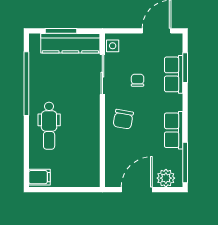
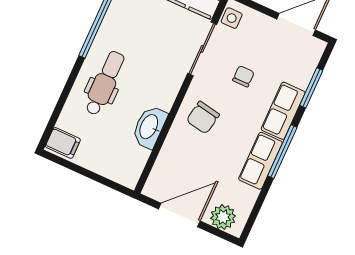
row of seats: (174, 74) -> (283, 111), moved
dental chair: (49, 126) -> (105, 83), turned 180
washbasin: (91, 141) -> (149, 127), added
window: (185, 163) -> (282, 152), moved

